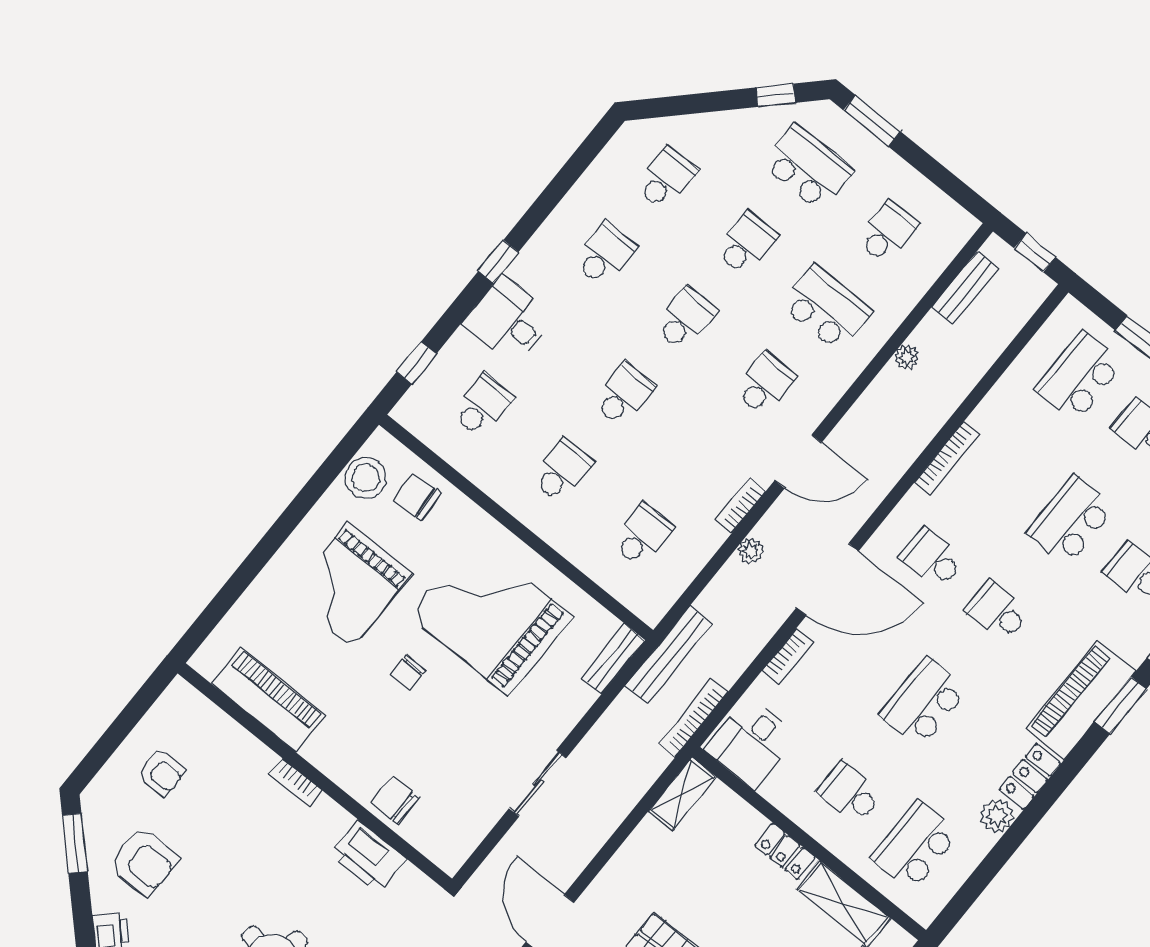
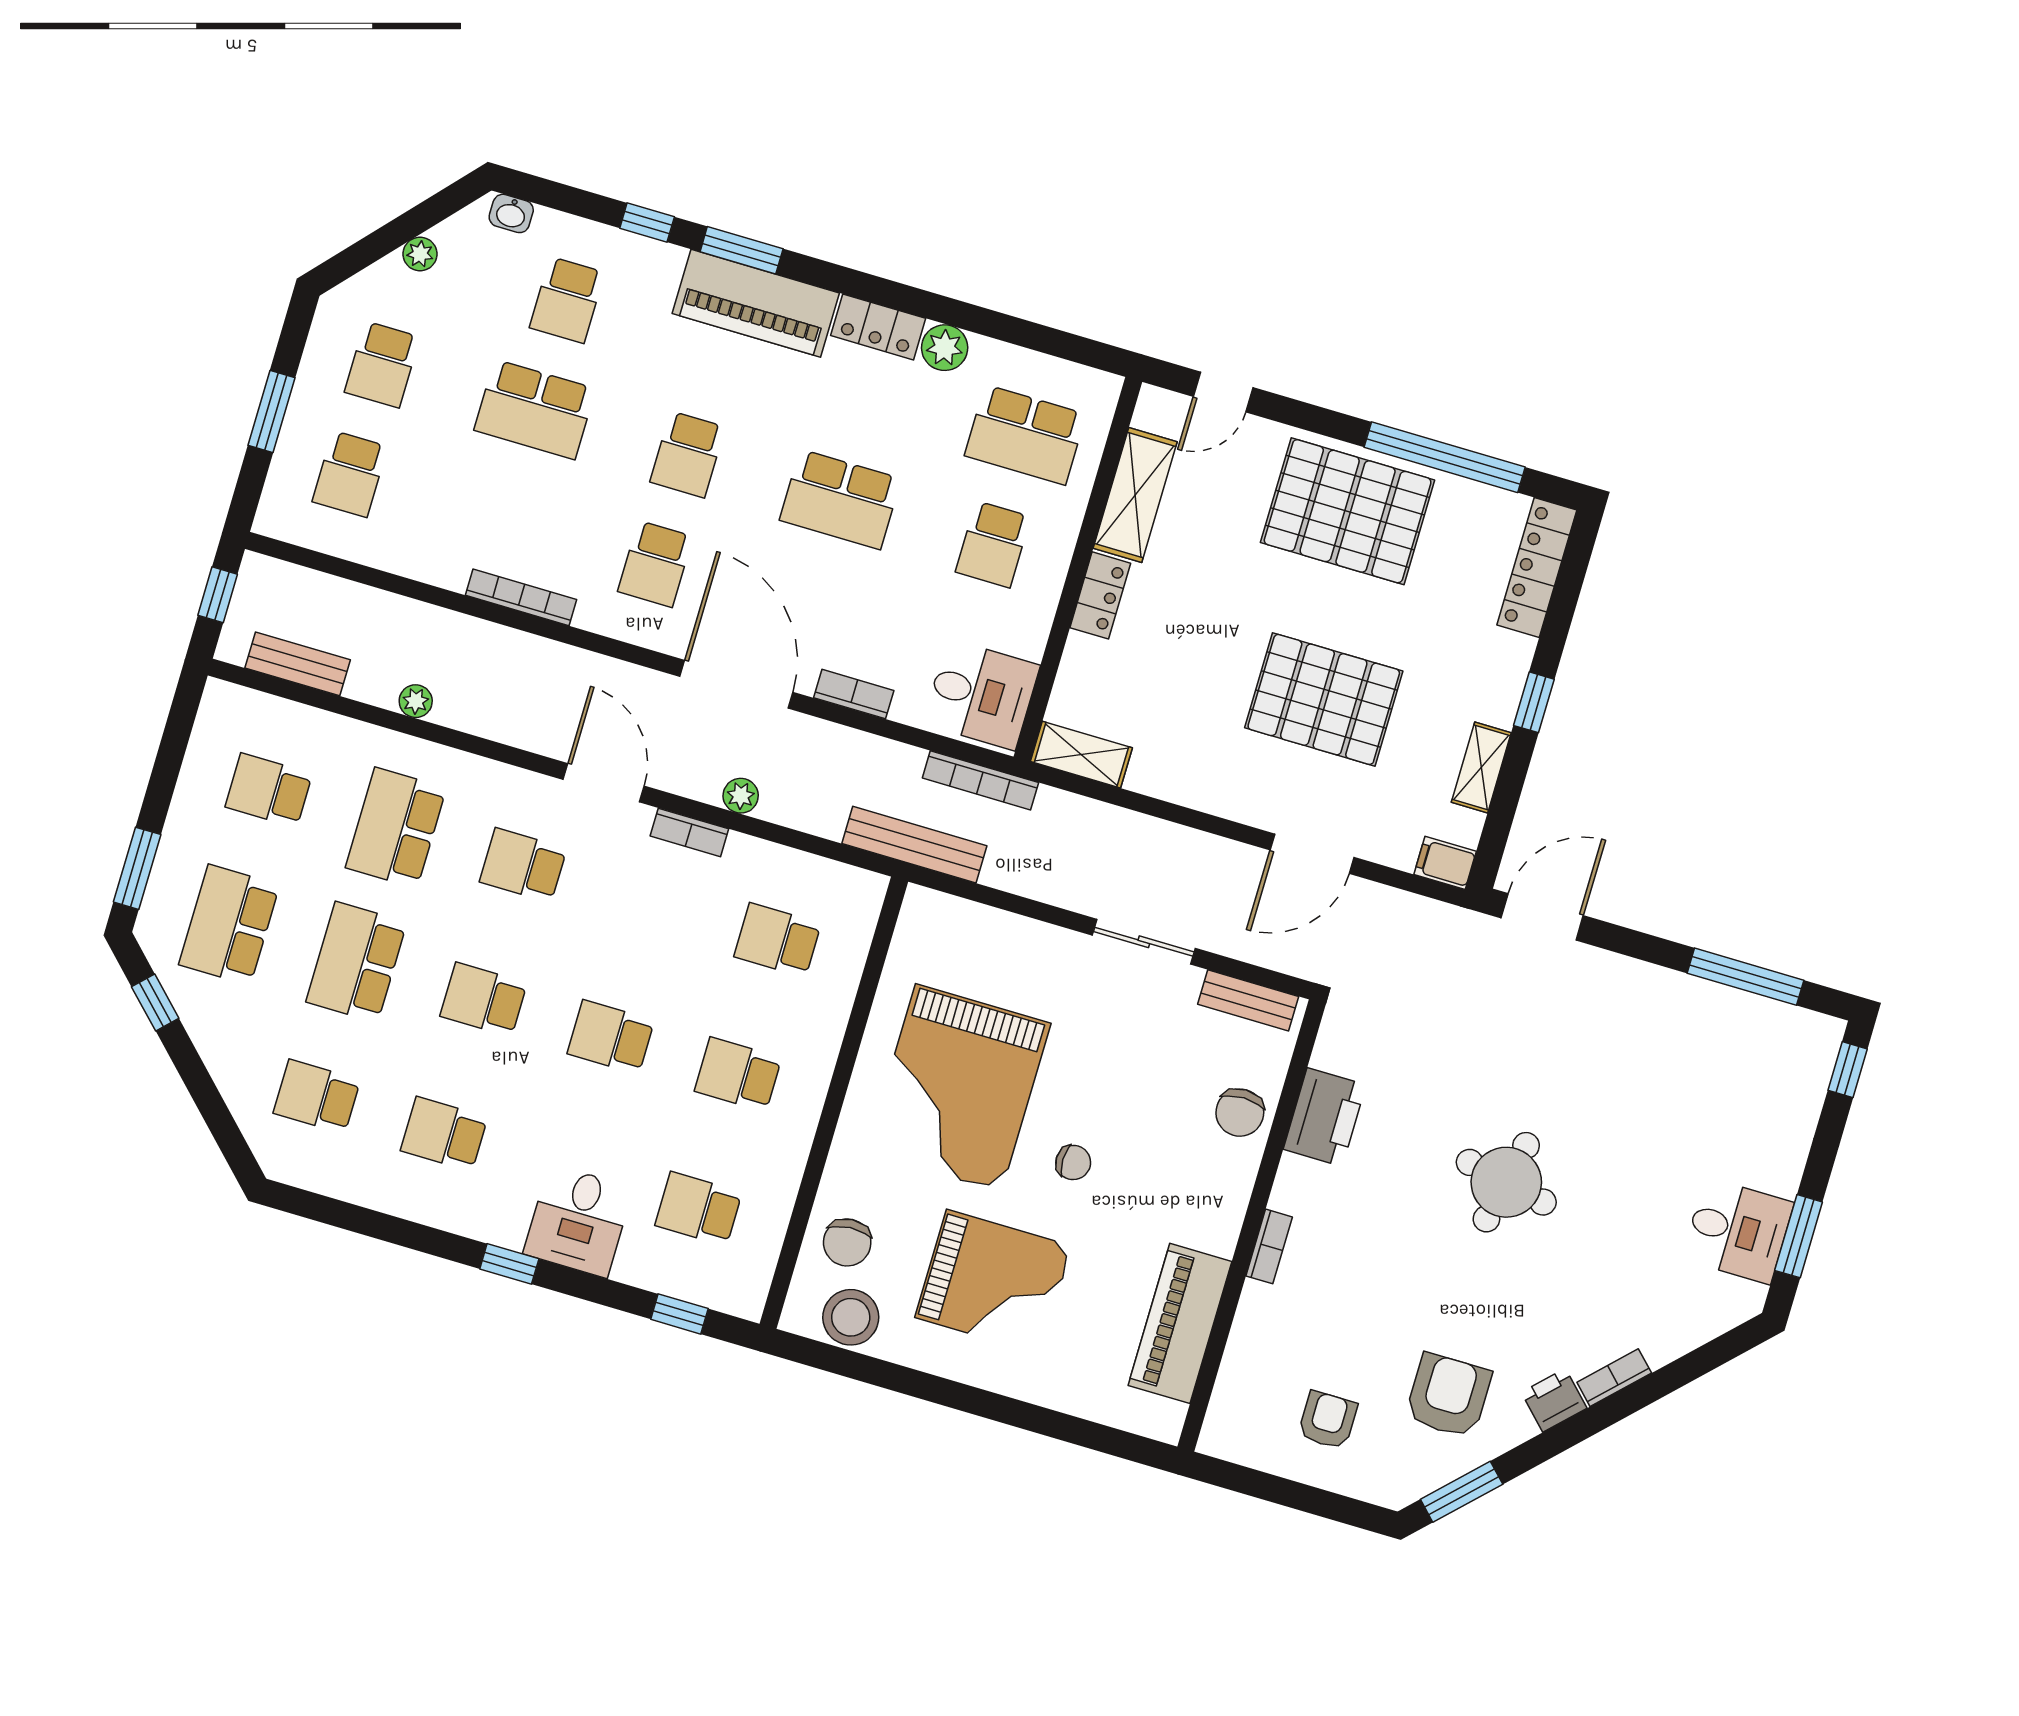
school desk: (746, 243) -> (356, 962), width x1.85
school desk: (1079, 377) -> (350, 474), width x0.54
bench: (613, 659) -> (1248, 1000), moved

